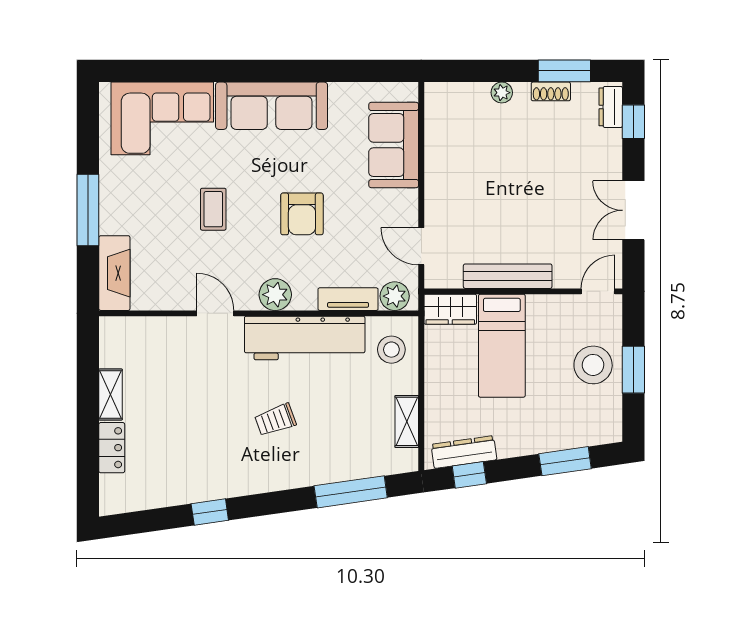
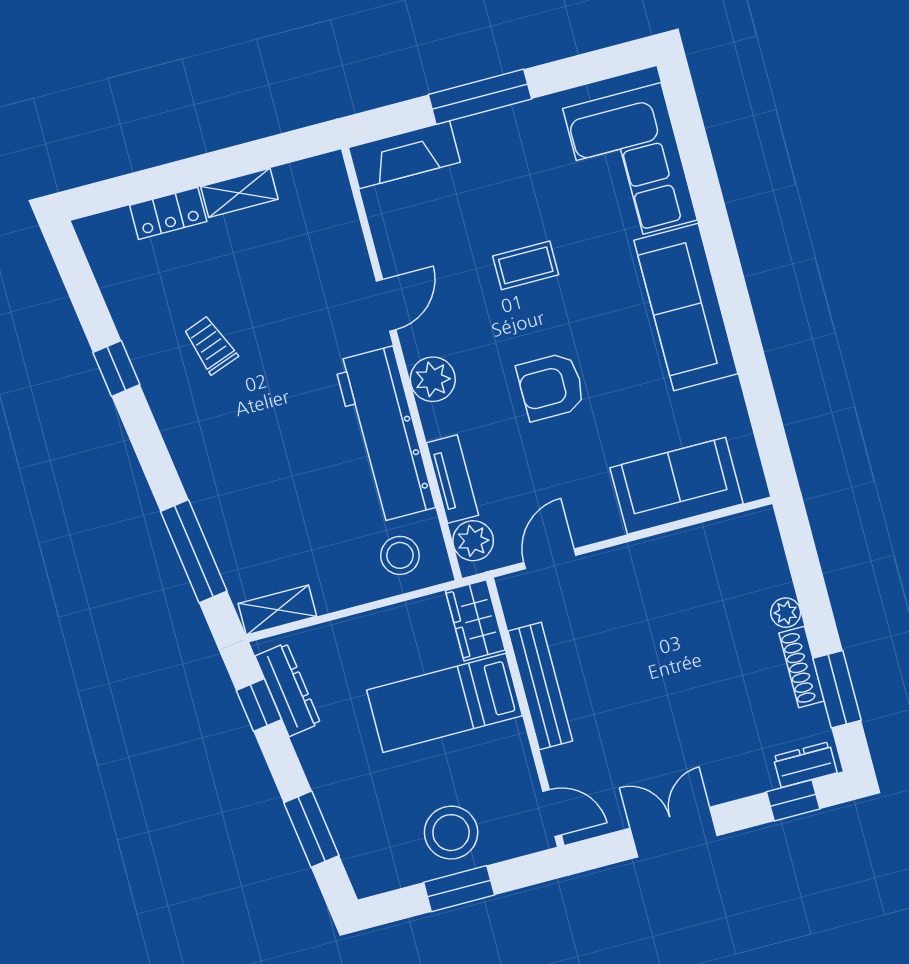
shoe rack: (551, 91) -> (802, 667), width x1.43
trolley: (275, 420) -> (210, 345), moved
shelving: (407, 421) -> (277, 610), moved

